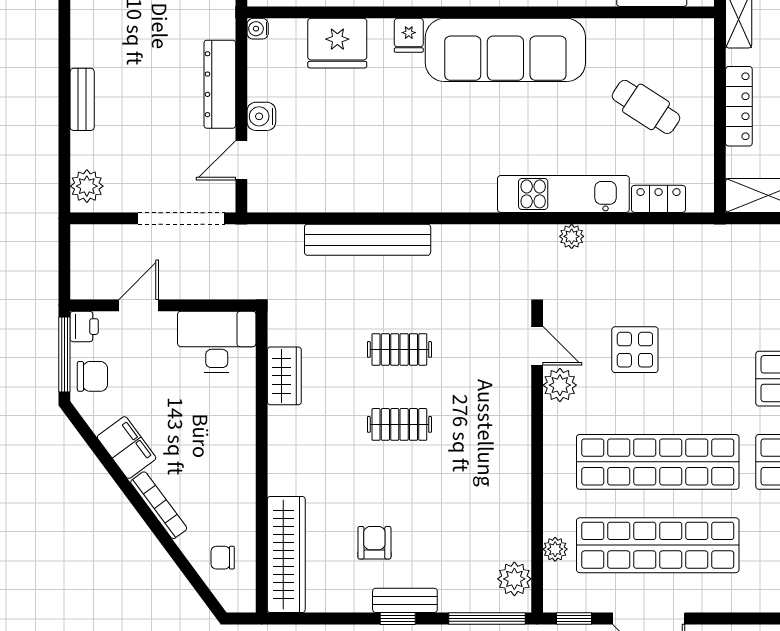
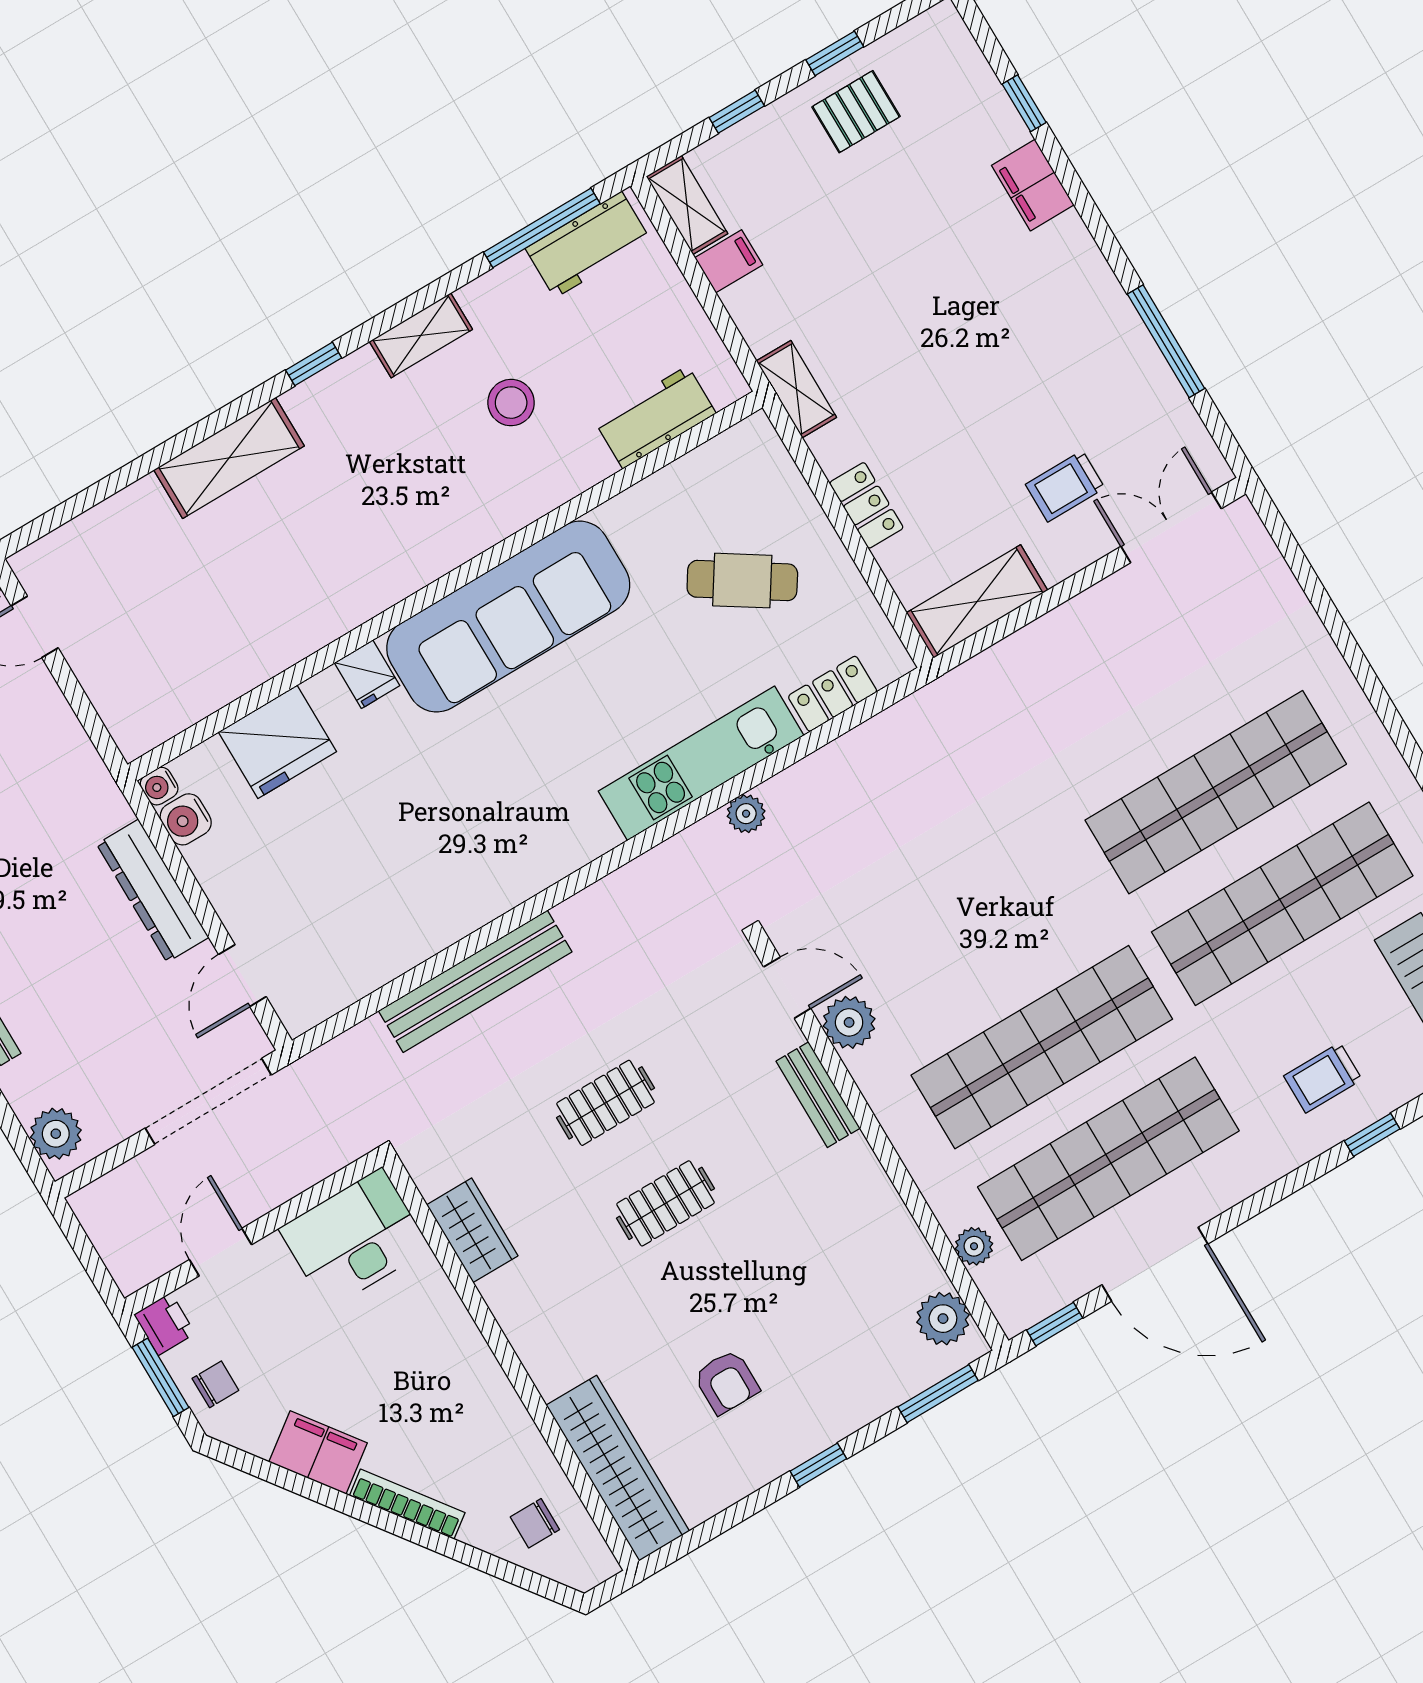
locker: (739, 106) -> (866, 505), width x0.66
water cooler: (261, 116) -> (186, 819), moved
display table: (635, 350) -> (921, 915), removed
window: (64, 354) -> (160, 1377), width x0.69
chair: (92, 376) -> (215, 1384), width x0.73, depth x0.73
armchair: (374, 543) -> (726, 1382), turned 180
bench: (405, 600) -> (818, 1095), moved, turned 90
window: (487, 619) -> (938, 1394), width x0.69

